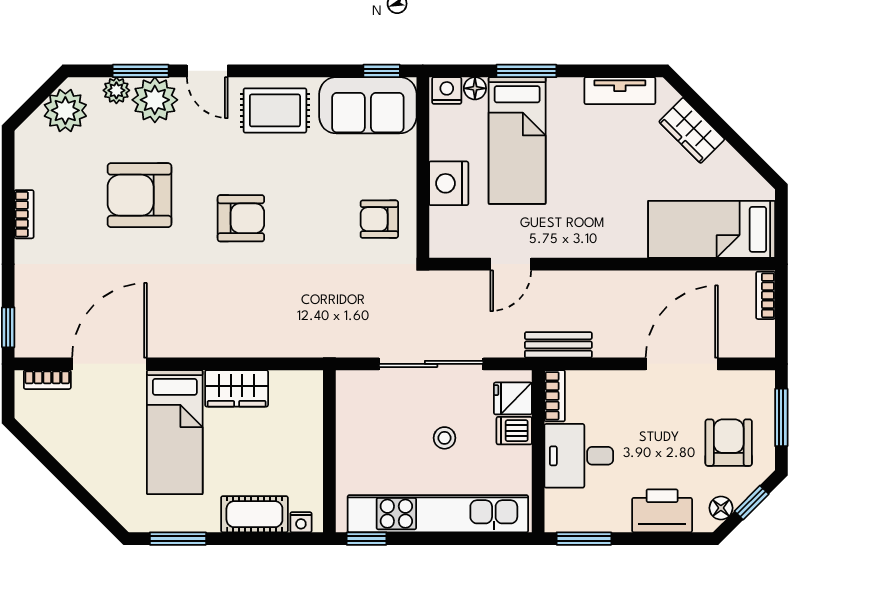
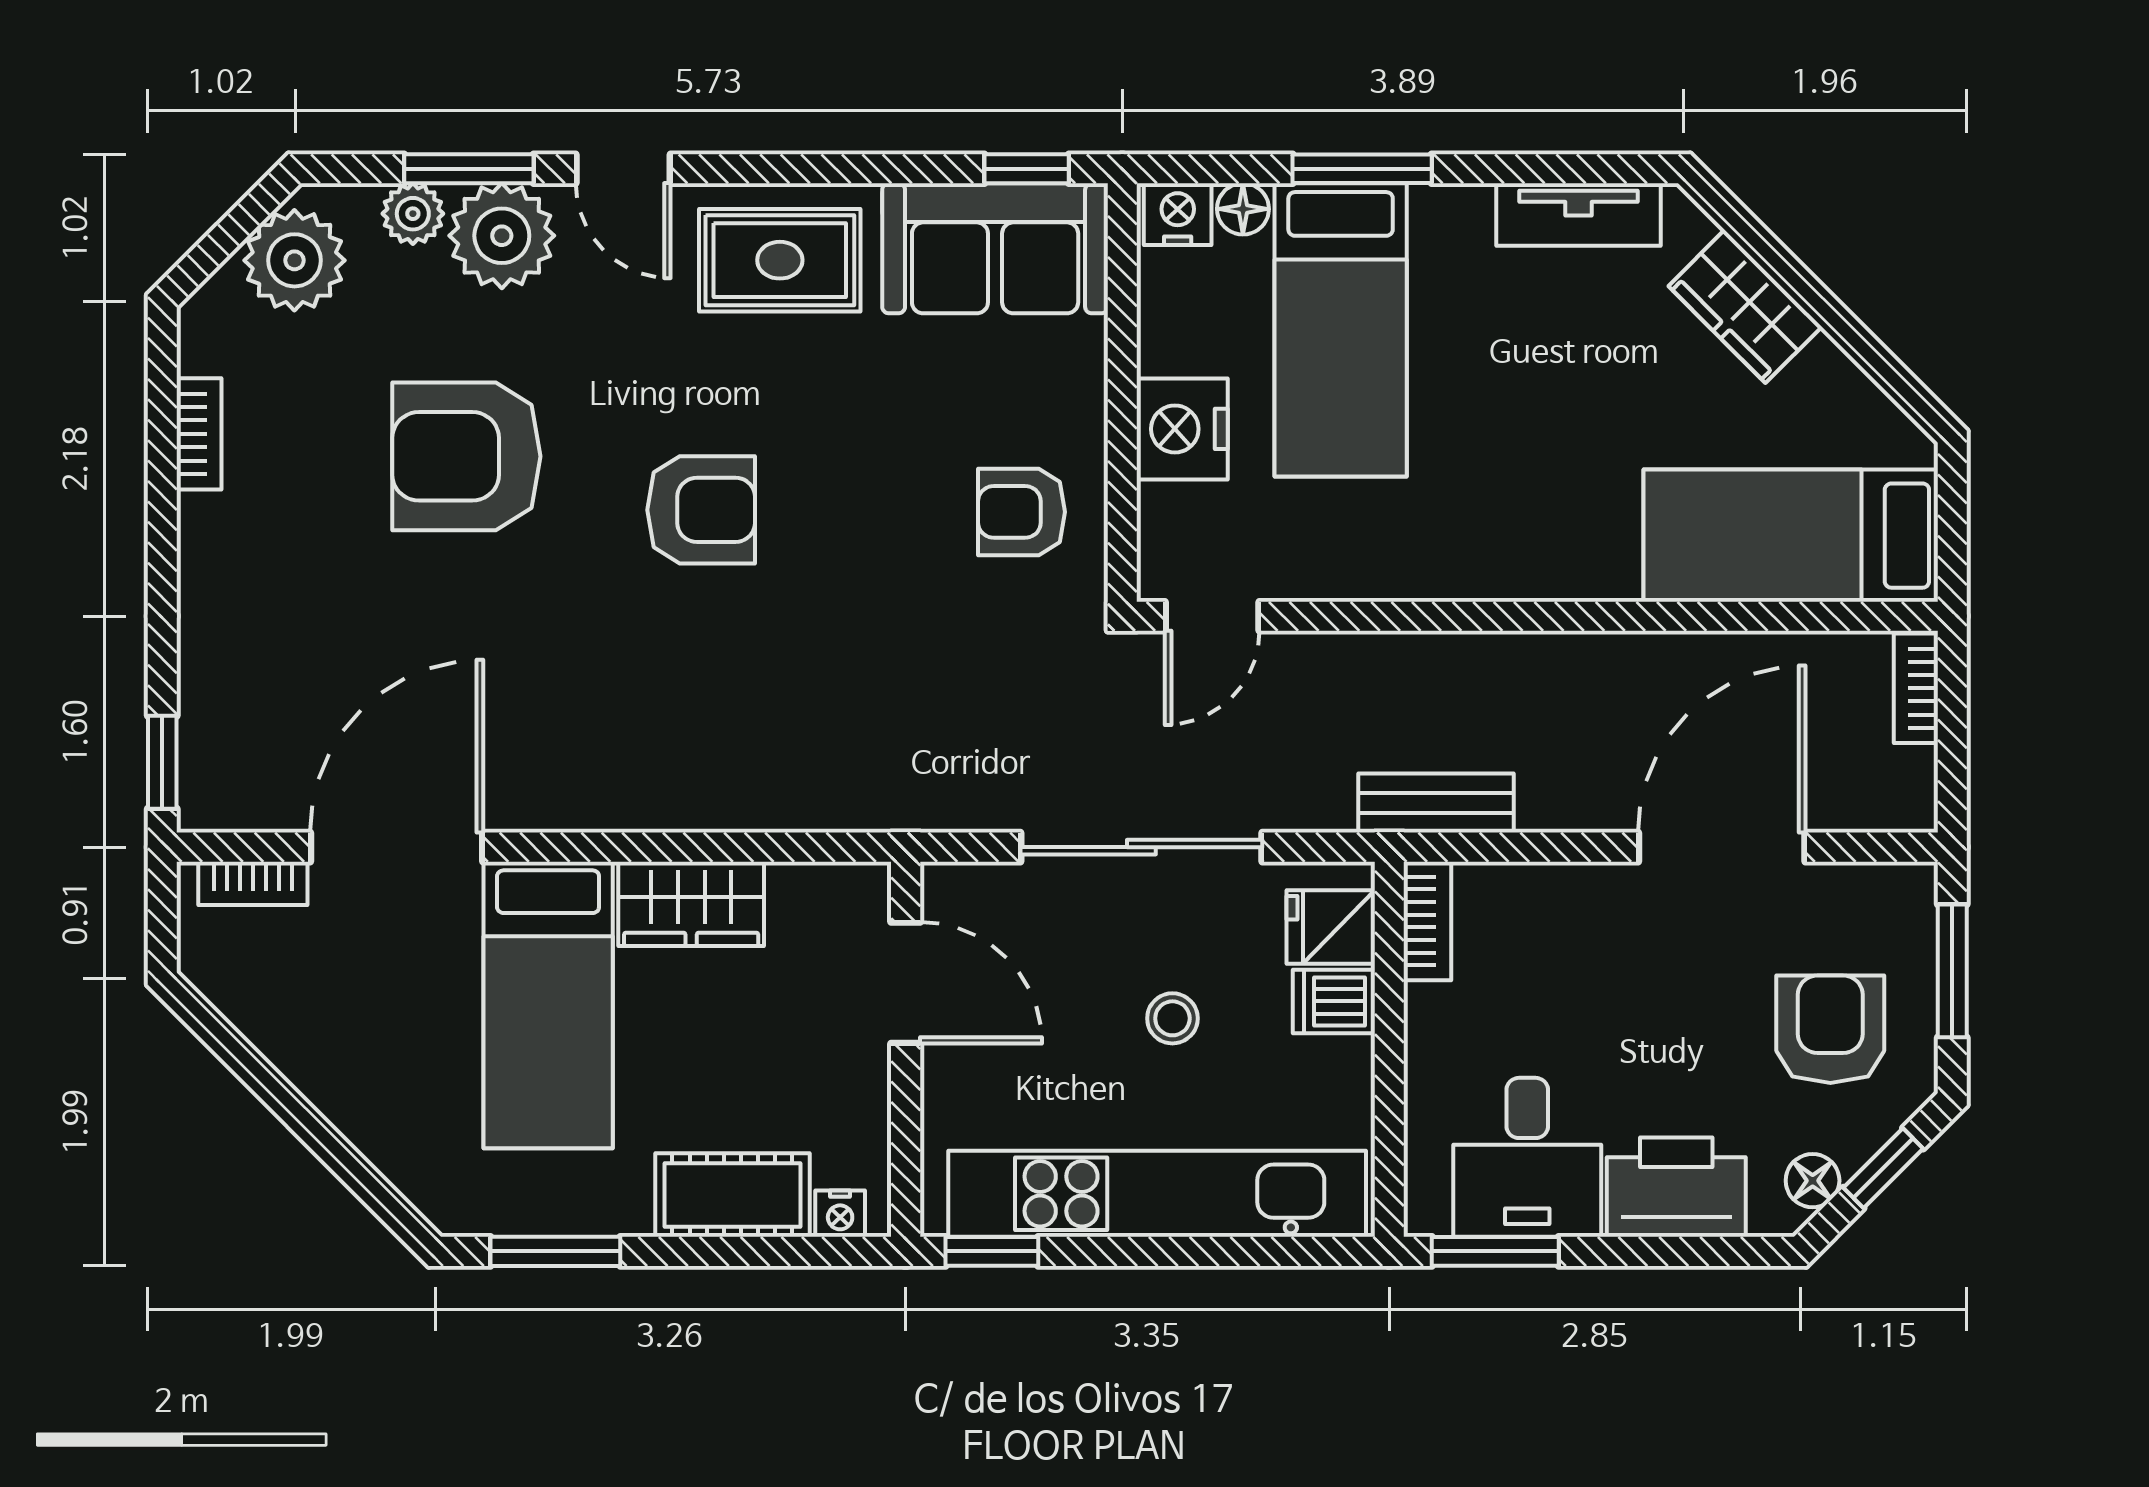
bookcase: (24, 214) -> (199, 434), moved
door: (511, 264) -> (1212, 616), moved
door: (329, 423) -> (906, 983), added
desk: (579, 456) -> (1527, 1157), moved, turned -90

